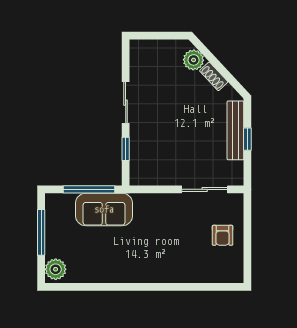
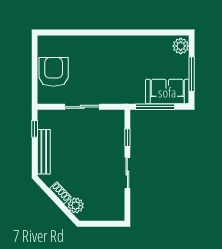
window: (247, 139) -> (35, 129), moved
sliding door: (205, 189) -> (82, 107), moved
sofa: (104, 209) -> (167, 92), moved
armchair: (223, 235) -> (54, 72), width x1.88, depth x1.88

